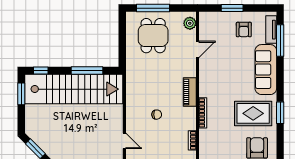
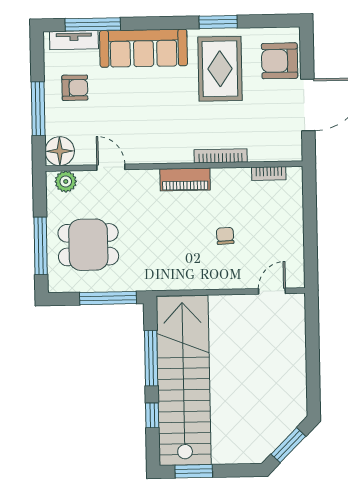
window: (232, 8) -> (38, 109), width x1.44
floor lamp: (207, 20) -> (60, 151), added
window: (122, 46) -> (108, 298), added
window: (41, 70) -> (152, 415), moved

